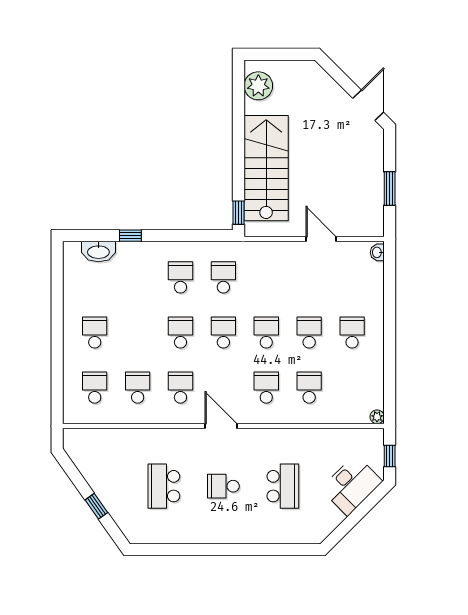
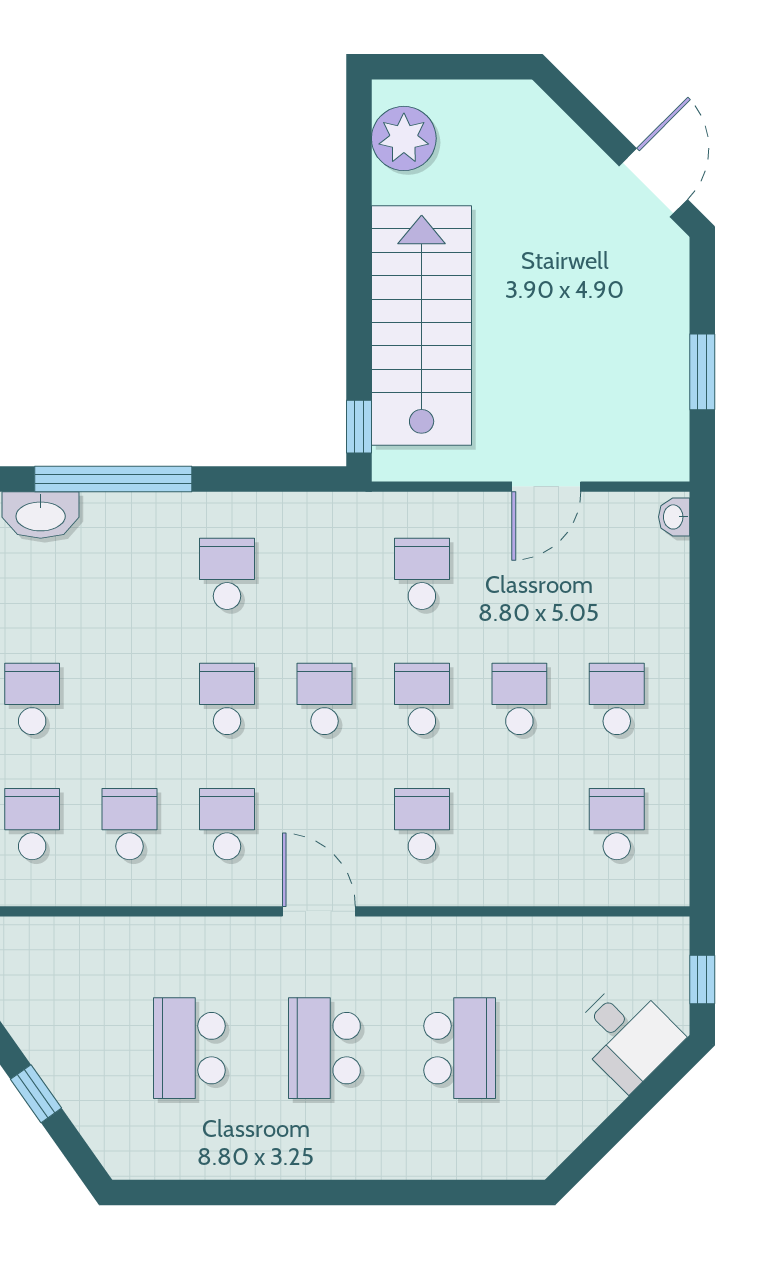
window: (130, 236) -> (113, 479), width x3.17
door: (321, 239) -> (546, 487), swing flipped
school desk: (223, 277) -> (422, 574), moved
school desk: (309, 388) -> (617, 824), moved
plant: (377, 417) -> (674, 890), removed
desk: (352, 485) -> (627, 1035), width x0.73
school desk: (223, 486) -> (324, 1048), width x1.85

